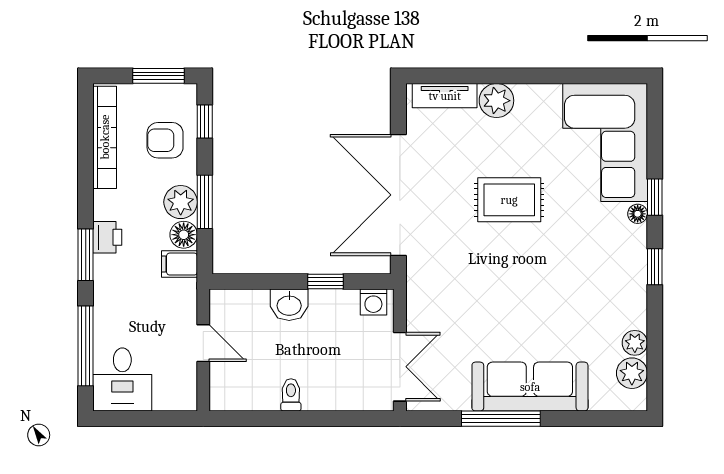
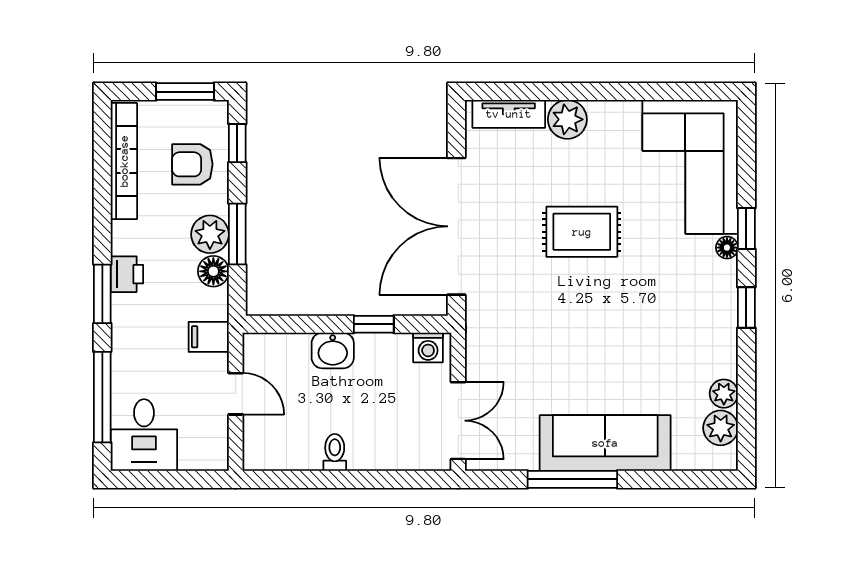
filing cabinet: (179, 264) -> (209, 337), moved

